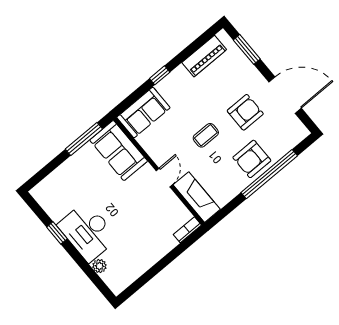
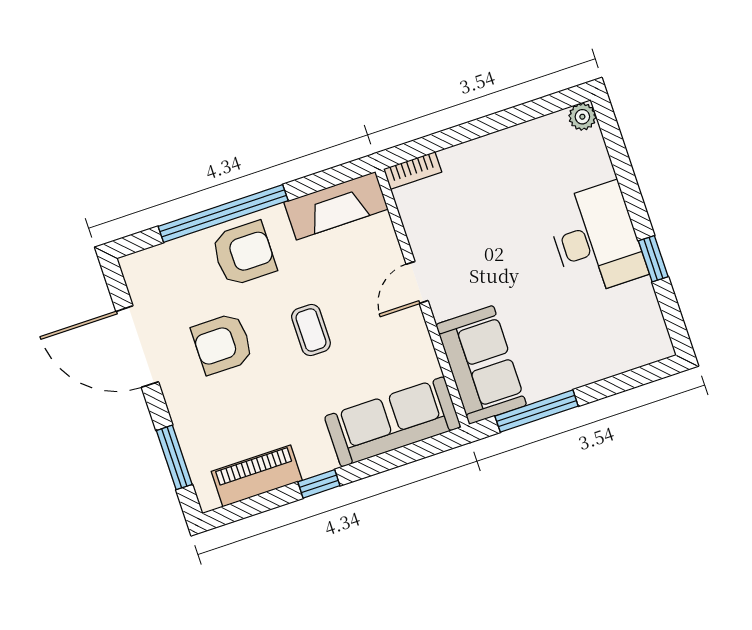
window: (160, 75) -> (319, 484), moved
sofa: (143, 113) -> (393, 422), width x1.36
coffee table: (206, 135) -> (311, 330), turned 90
fireplace: (197, 197) -> (336, 206), moved, turned -90
plant: (99, 266) -> (582, 117), moved

